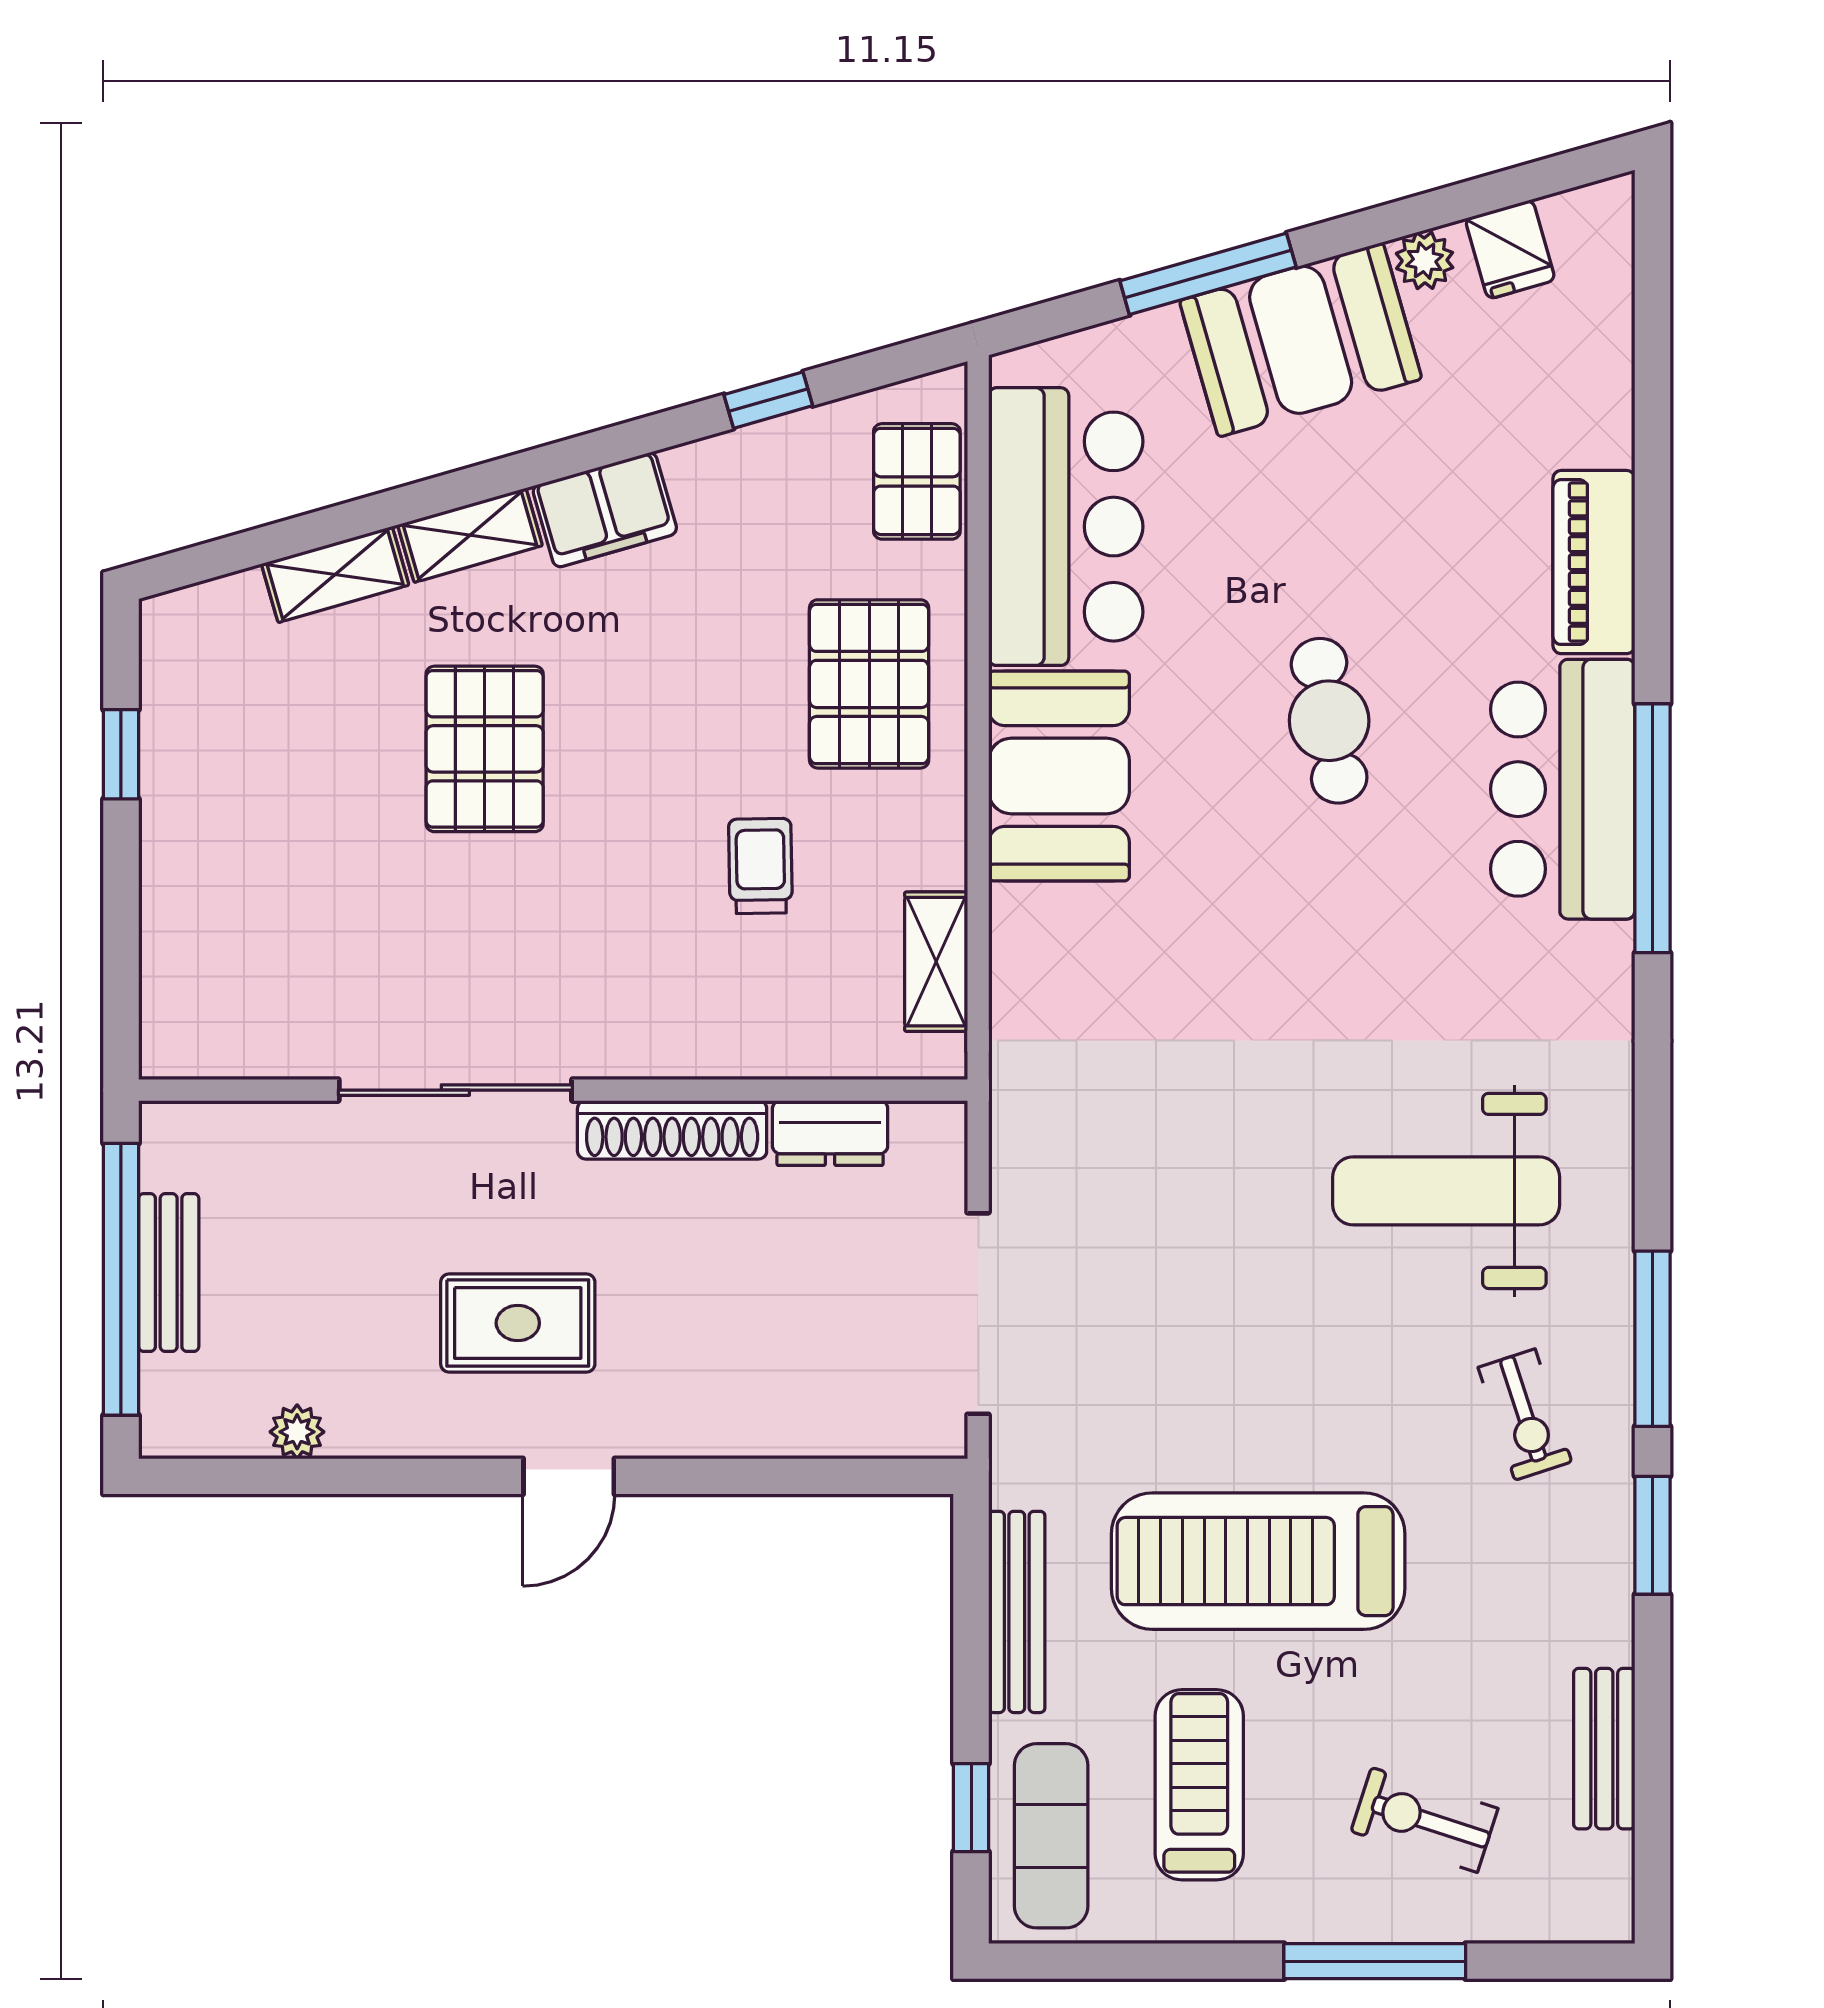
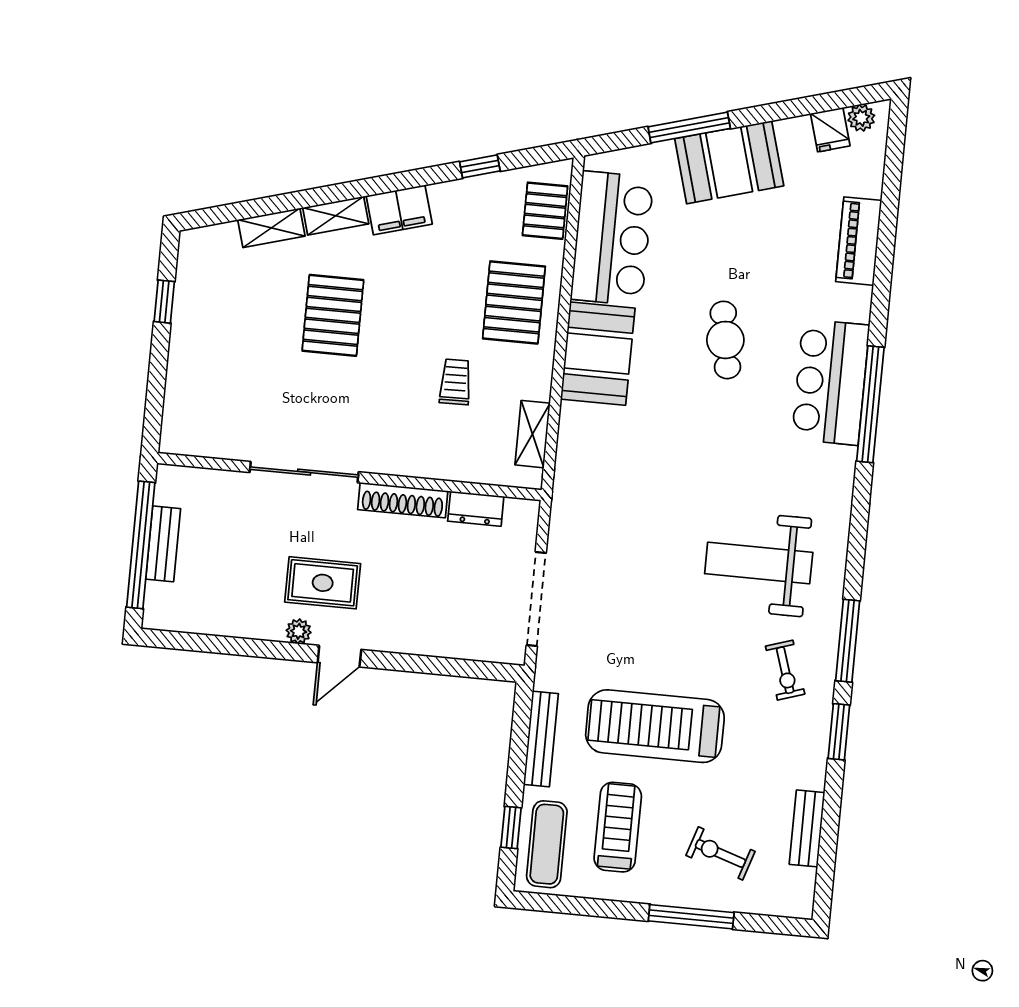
plant: (1425, 260) -> (861, 118), moved
piano: (1594, 562) -> (859, 241), moved
plant: (297, 1432) -> (299, 631), moved

